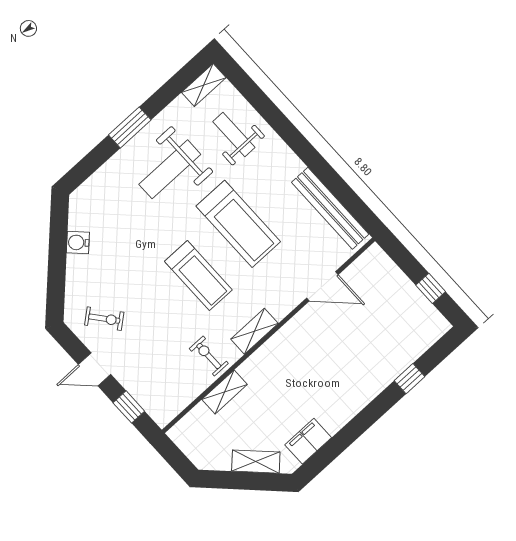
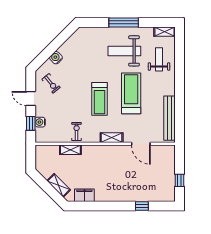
window: (130, 127) -> (124, 22), width x1.44
treadmill: (238, 224) -> (131, 93), turned 180
water cooler: (78, 243) -> (56, 58), moved
shelving: (254, 331) -> (112, 138), moved
water cooler: (141, 392) -> (40, 122), added

